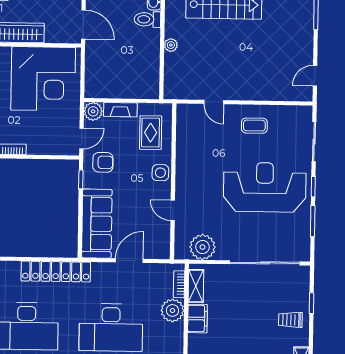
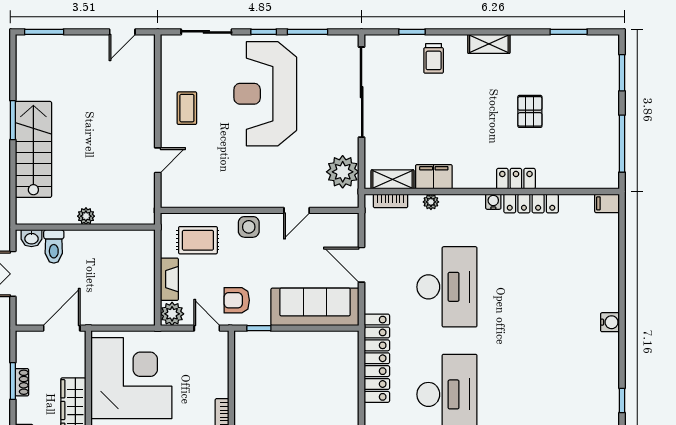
door: (315, 76) -> (122, 32), hinge flipped
armchair: (103, 162) -> (237, 300), turned -90
plant: (172, 310) -> (431, 202), width x0.53, depth x0.53

